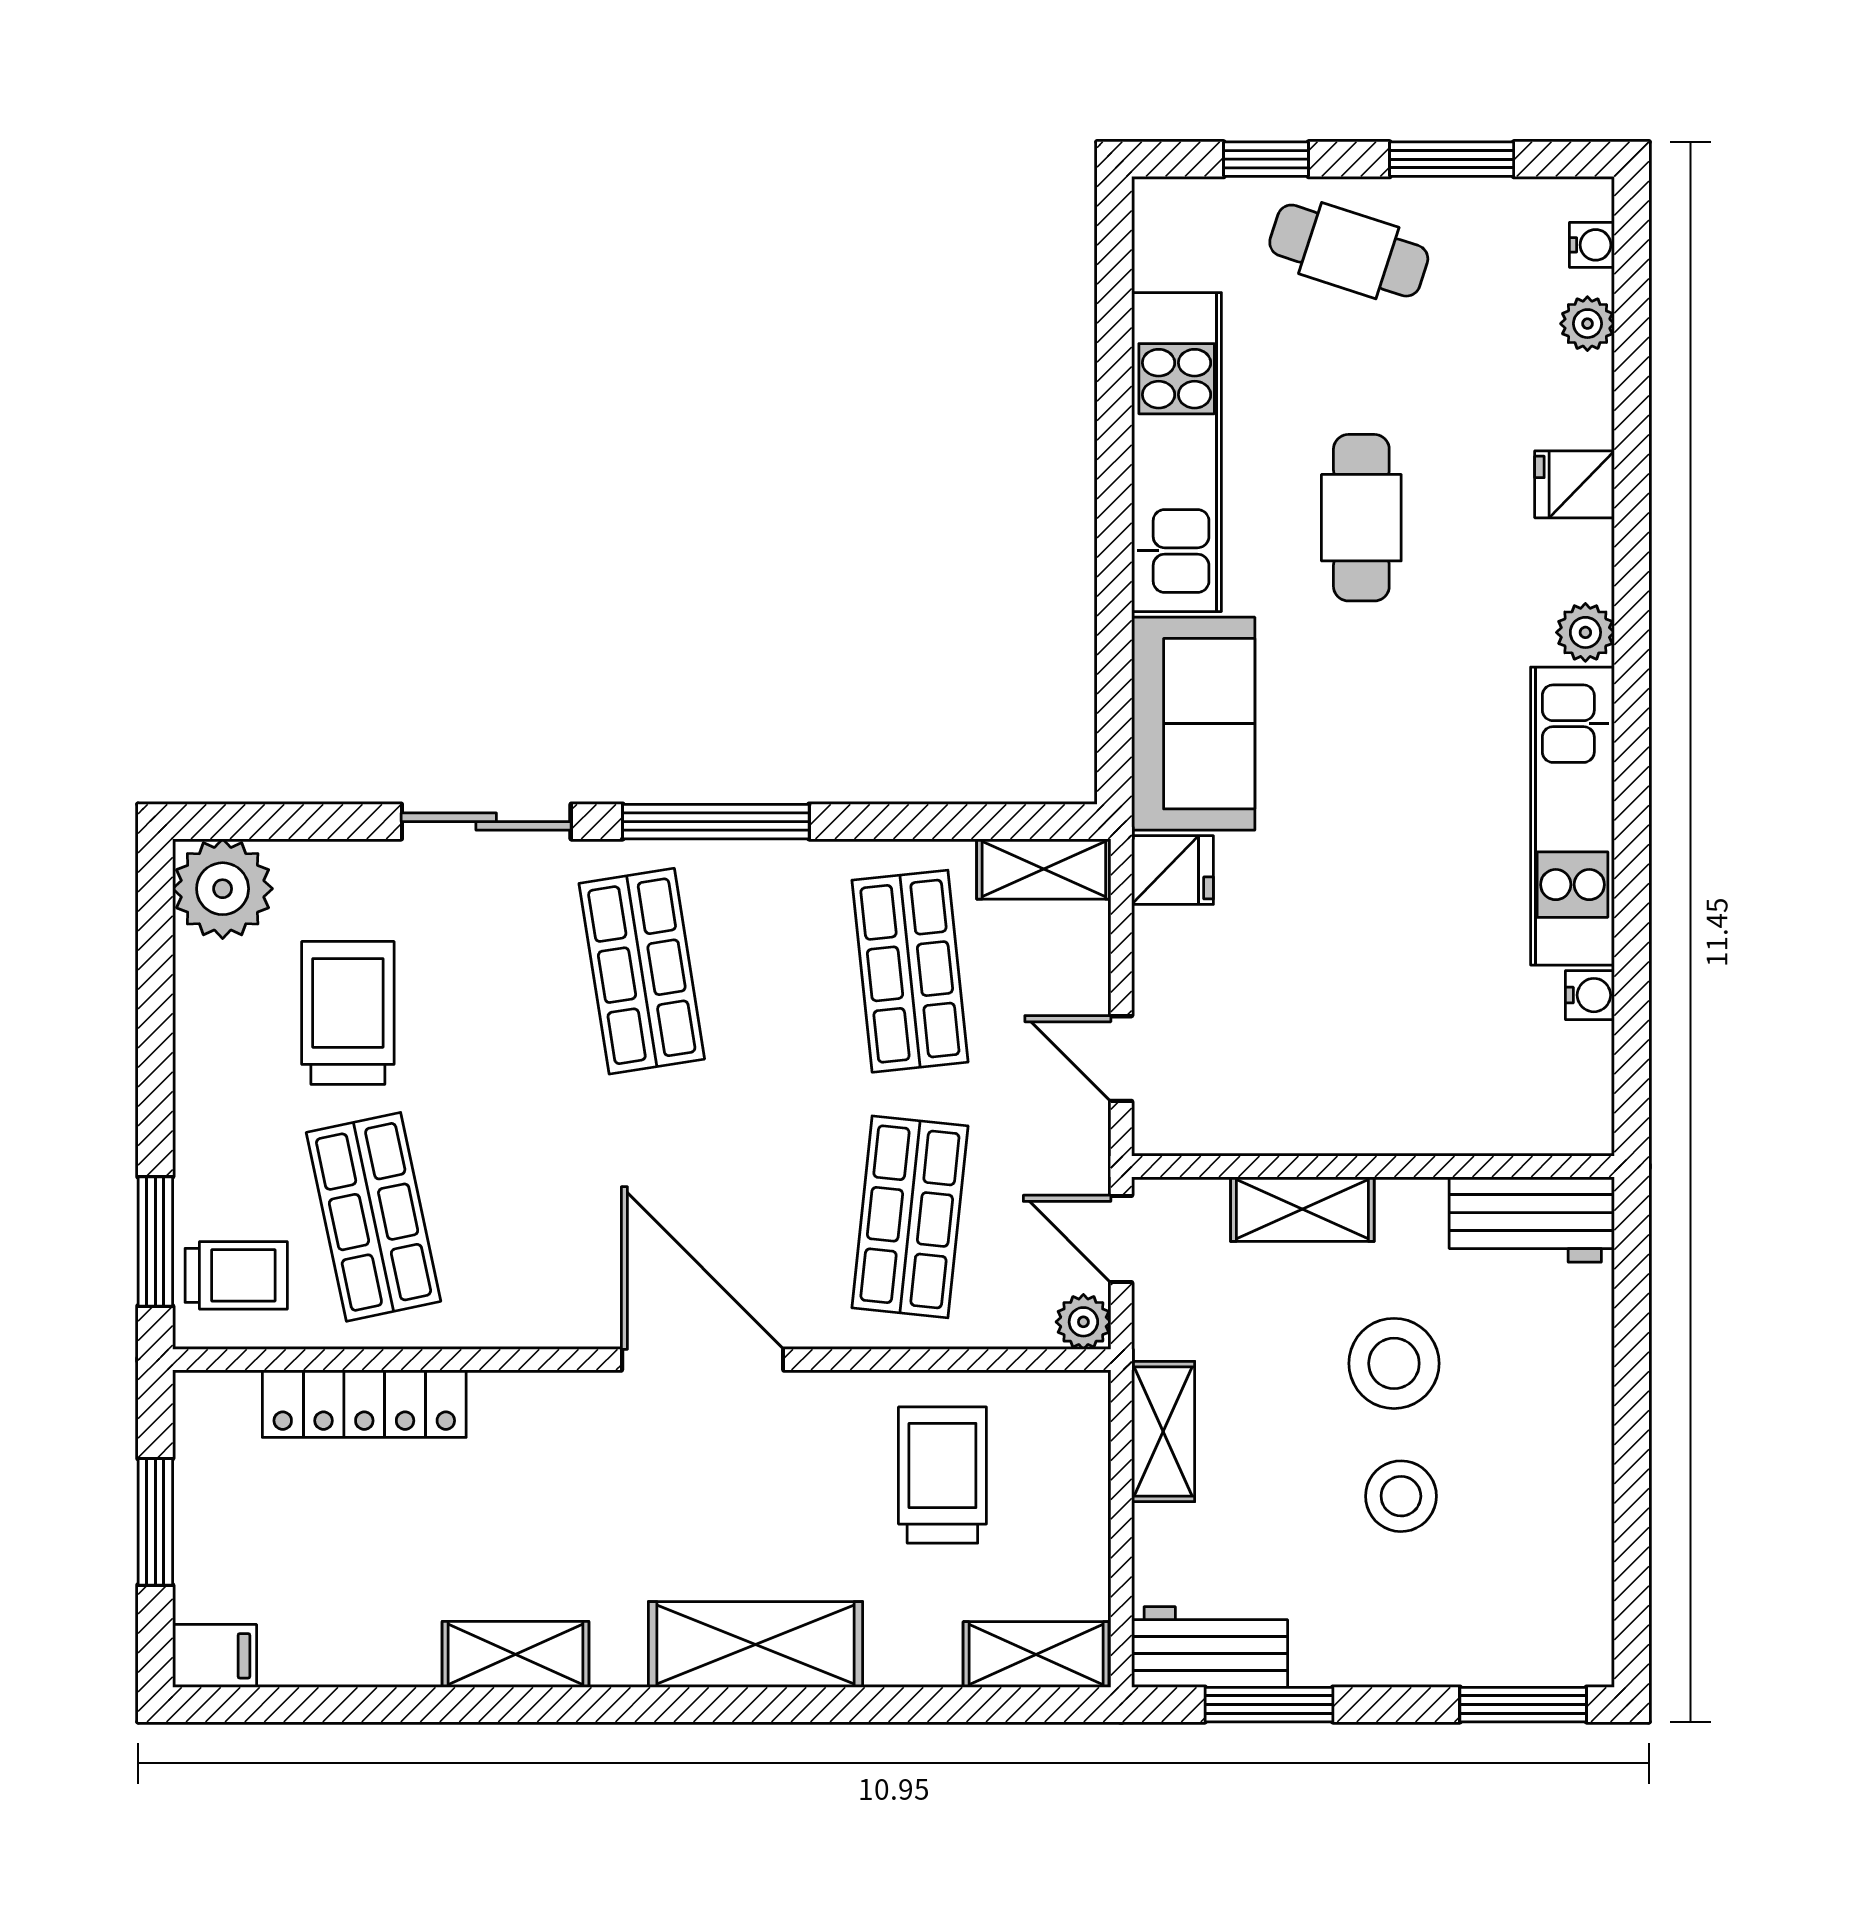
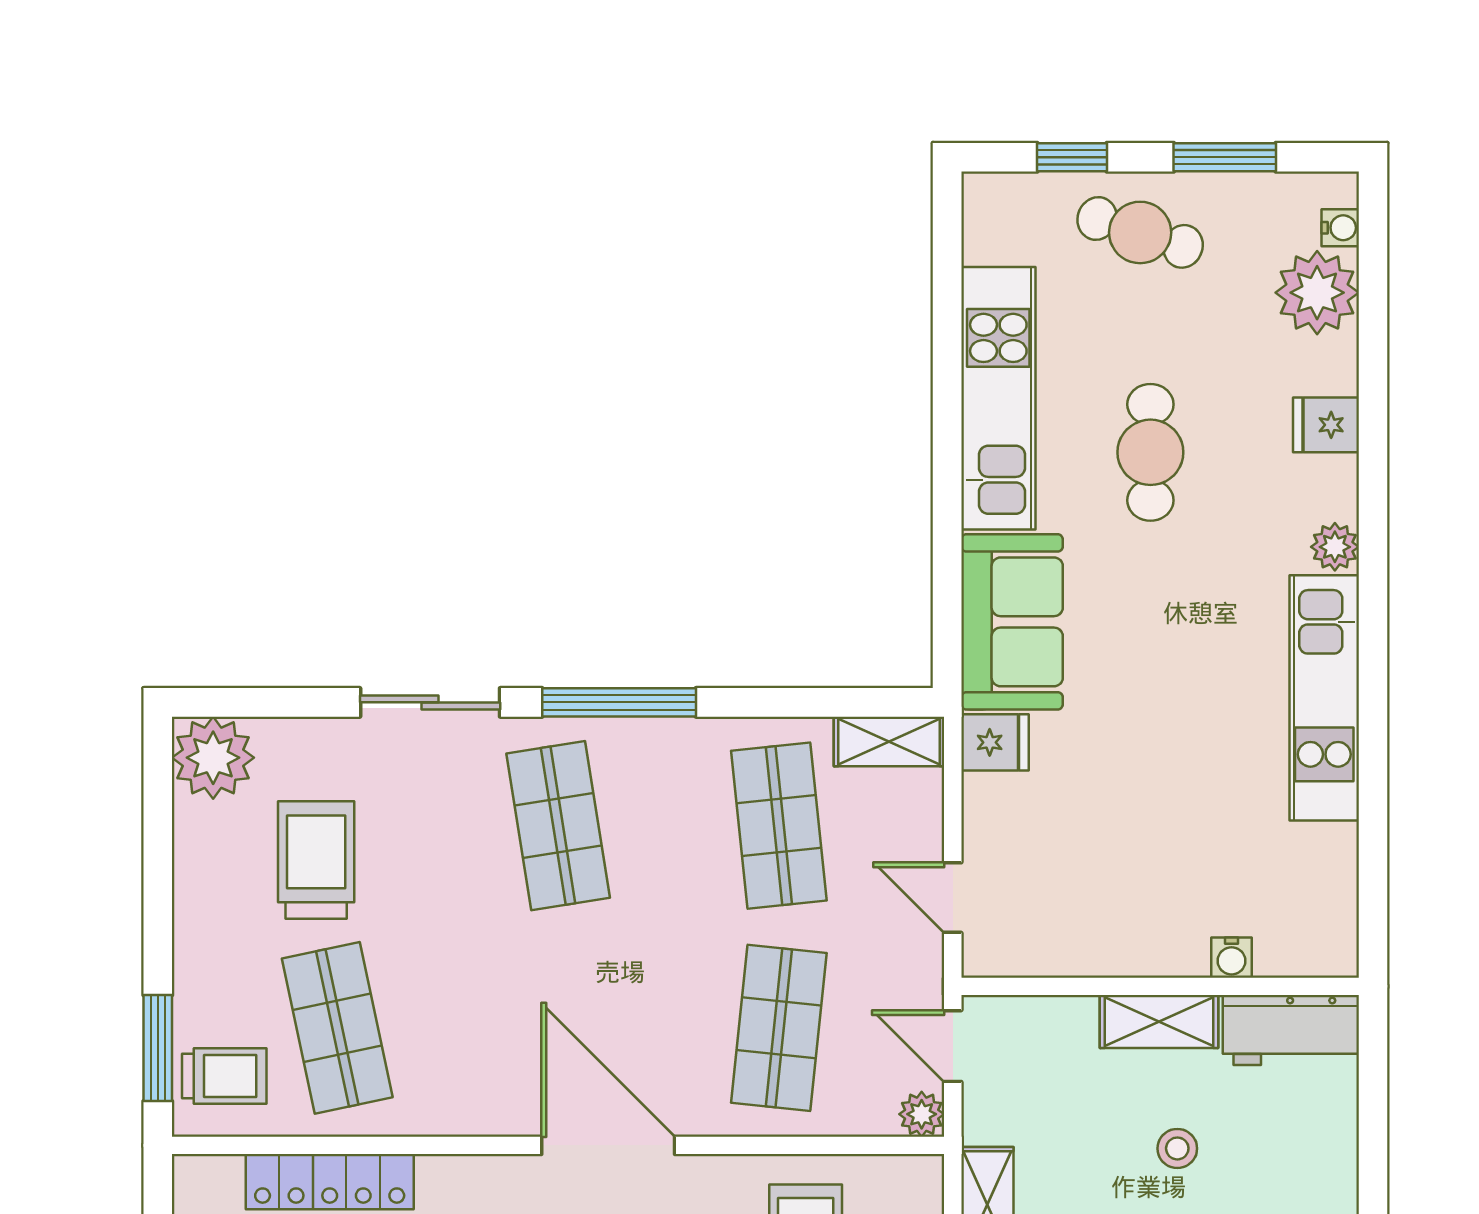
plant: (1587, 324) -> (1317, 293), width x1.87, depth x1.87
water cooler: (1590, 995) -> (1232, 958), moved, turned 90
shelving: (1302, 1209) -> (1159, 1021), moved
stool: (1394, 1363) -> (1177, 1148), width x0.53, depth x0.53

